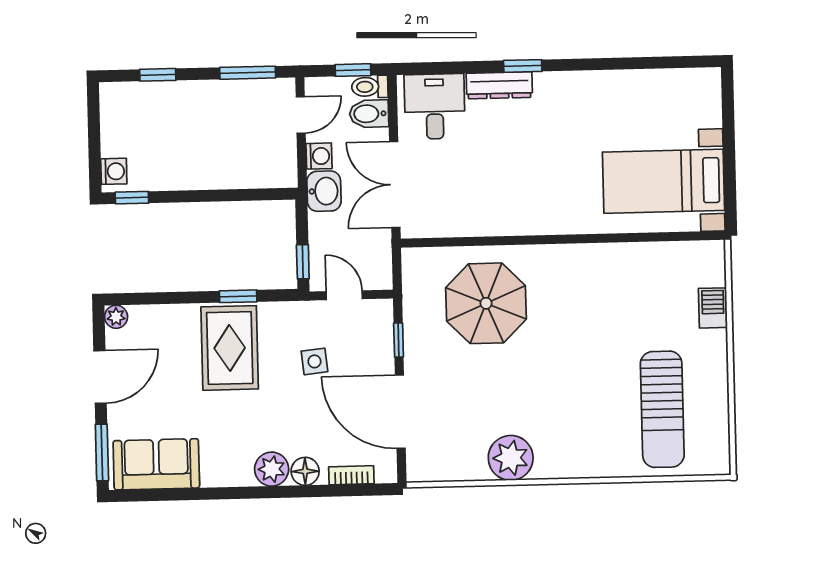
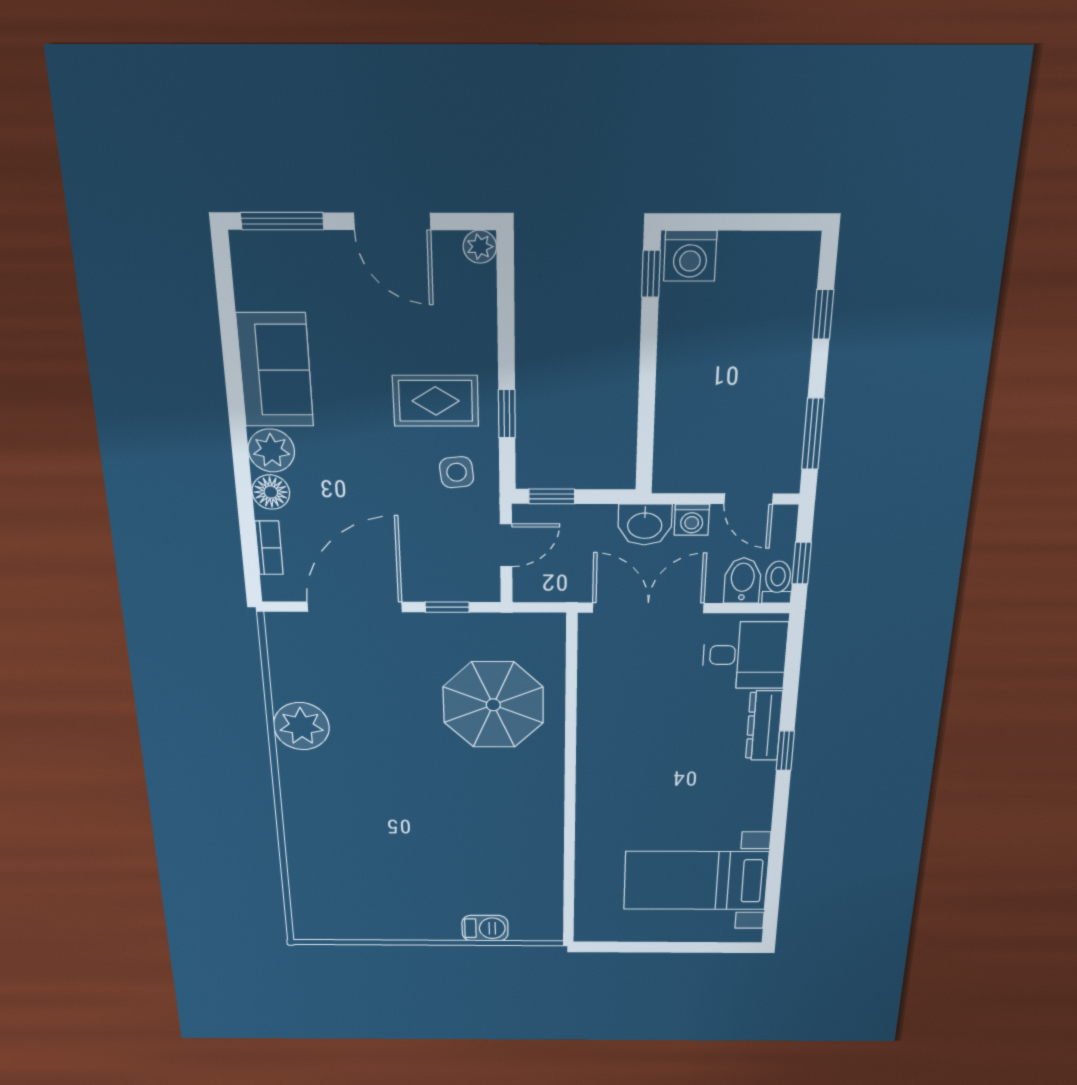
washing machine: (114, 171) -> (690, 256), width x1.38, depth x1.38
bed with nightstands: (663, 181) -> (696, 881), moved, turned -90
rug: (230, 348) -> (436, 401), width x0.73, depth x0.70
side table: (314, 361) -> (457, 472), moved
sun lounger: (662, 409) -> (367, 878), removed
sofa: (156, 464) -> (275, 370), moved

